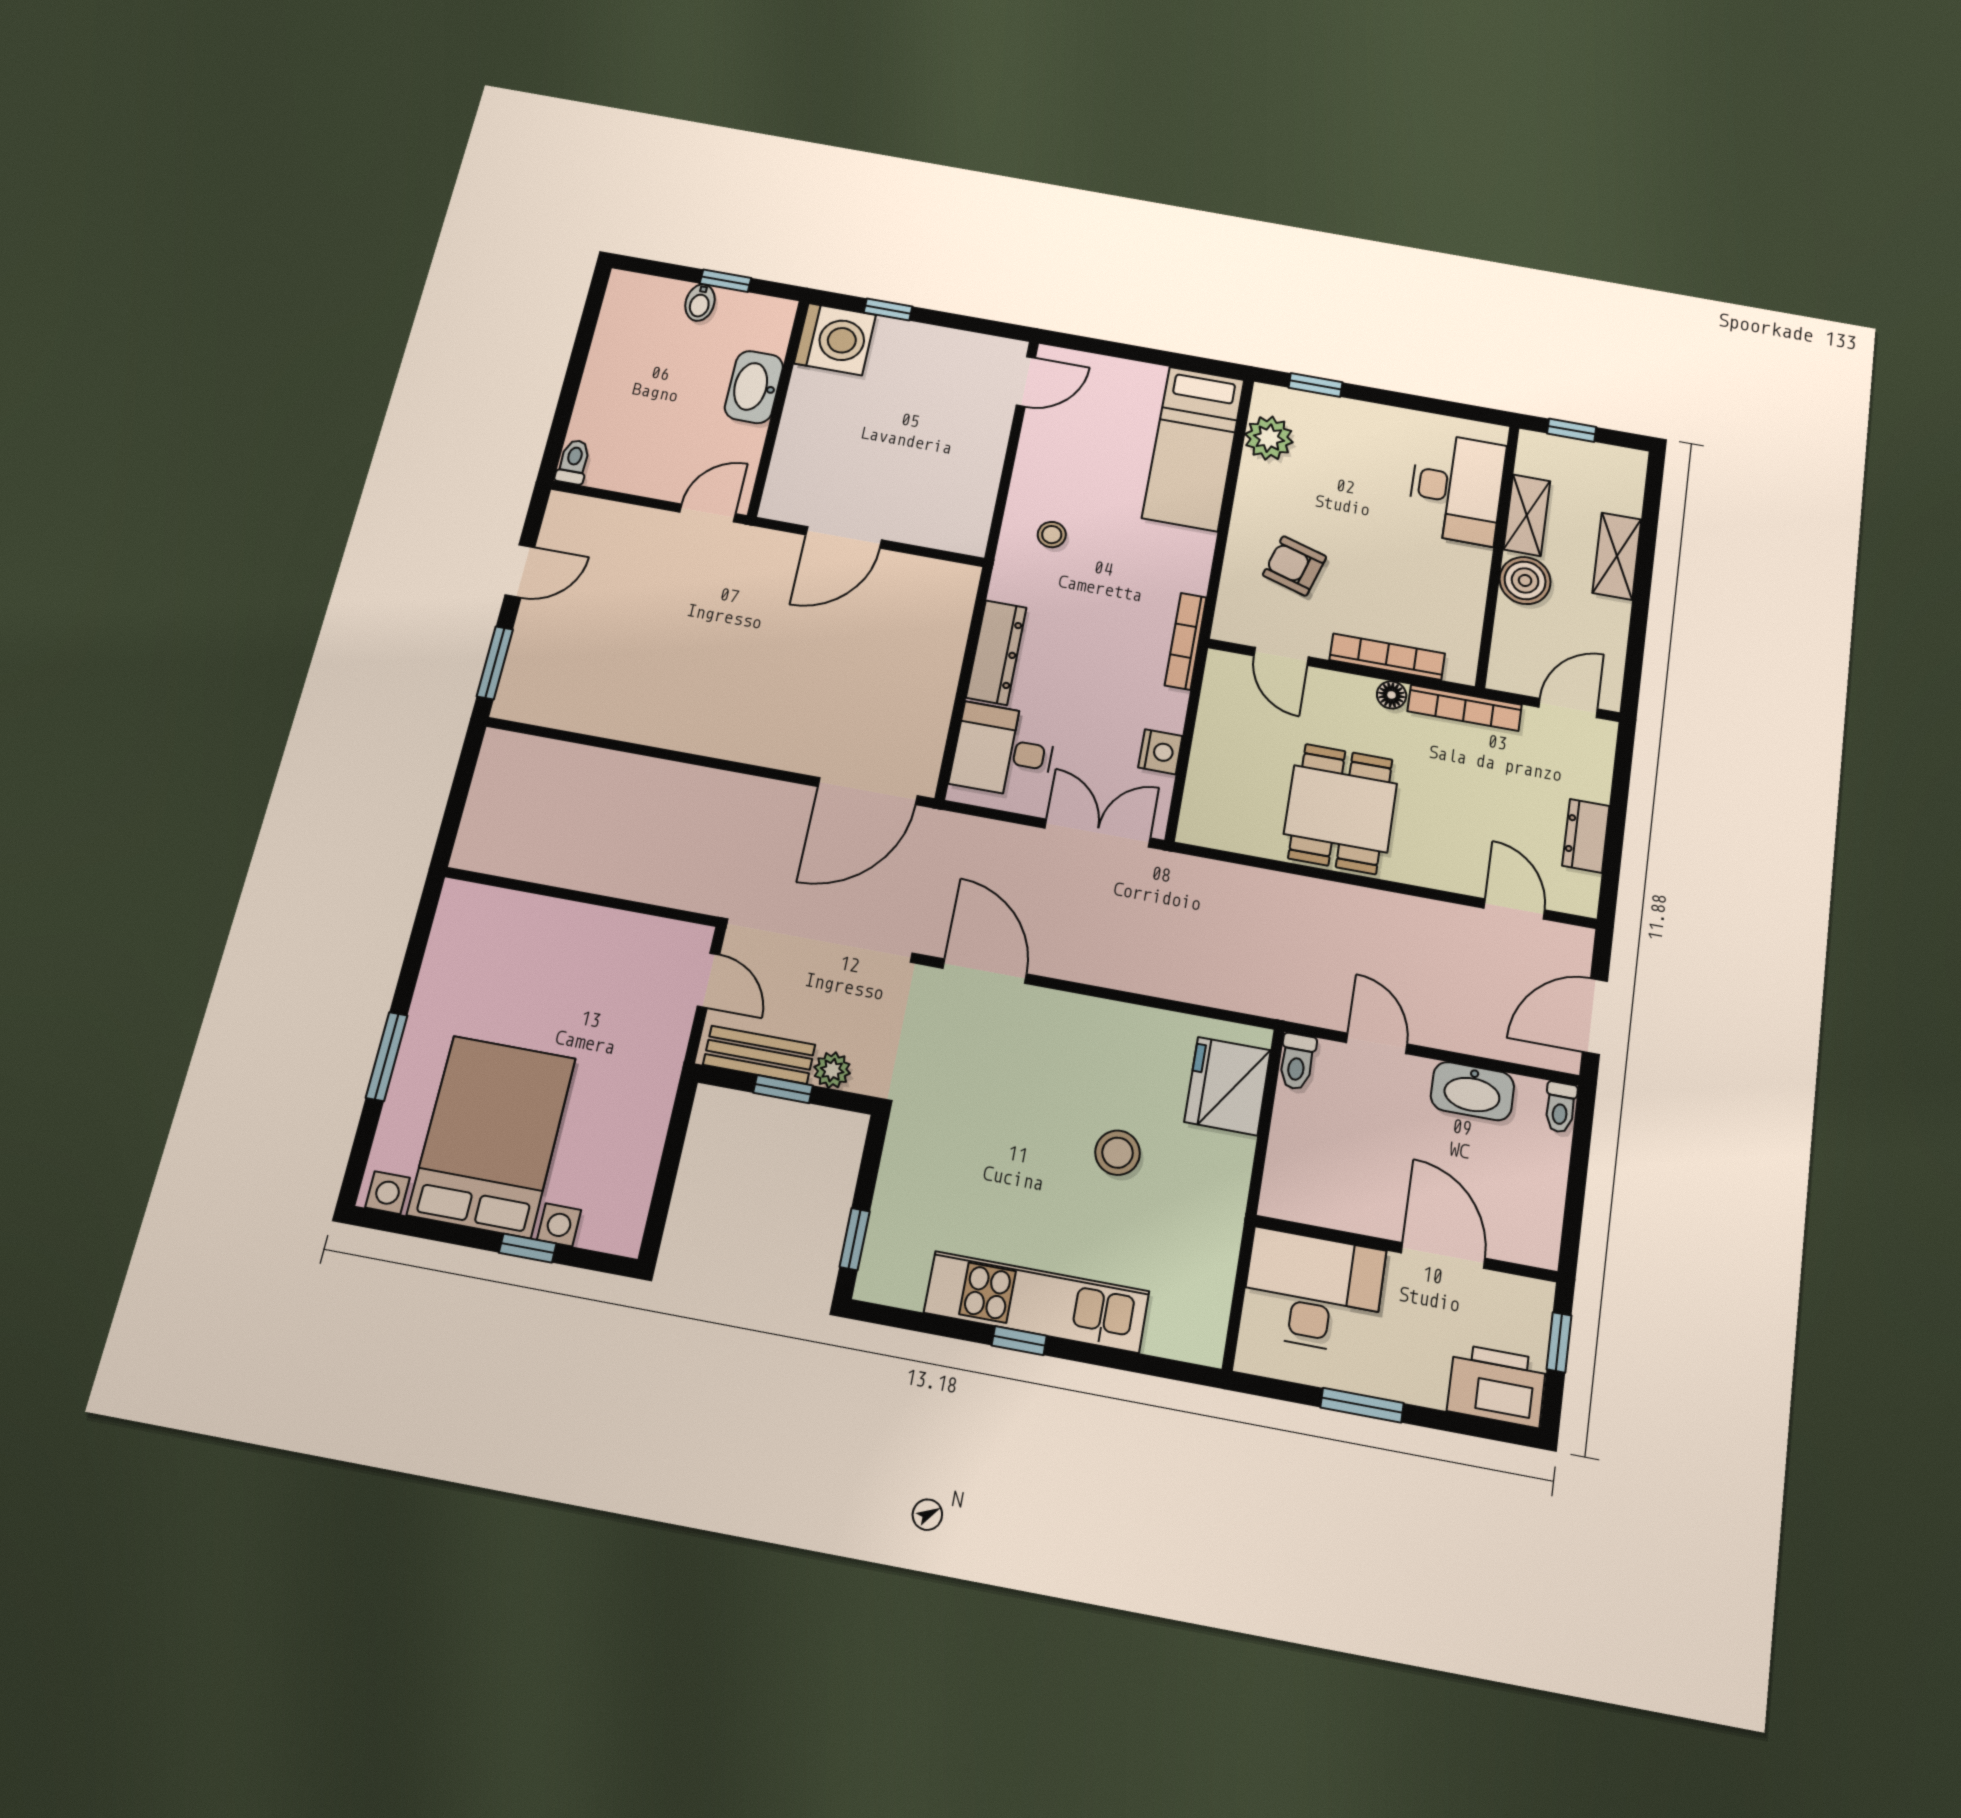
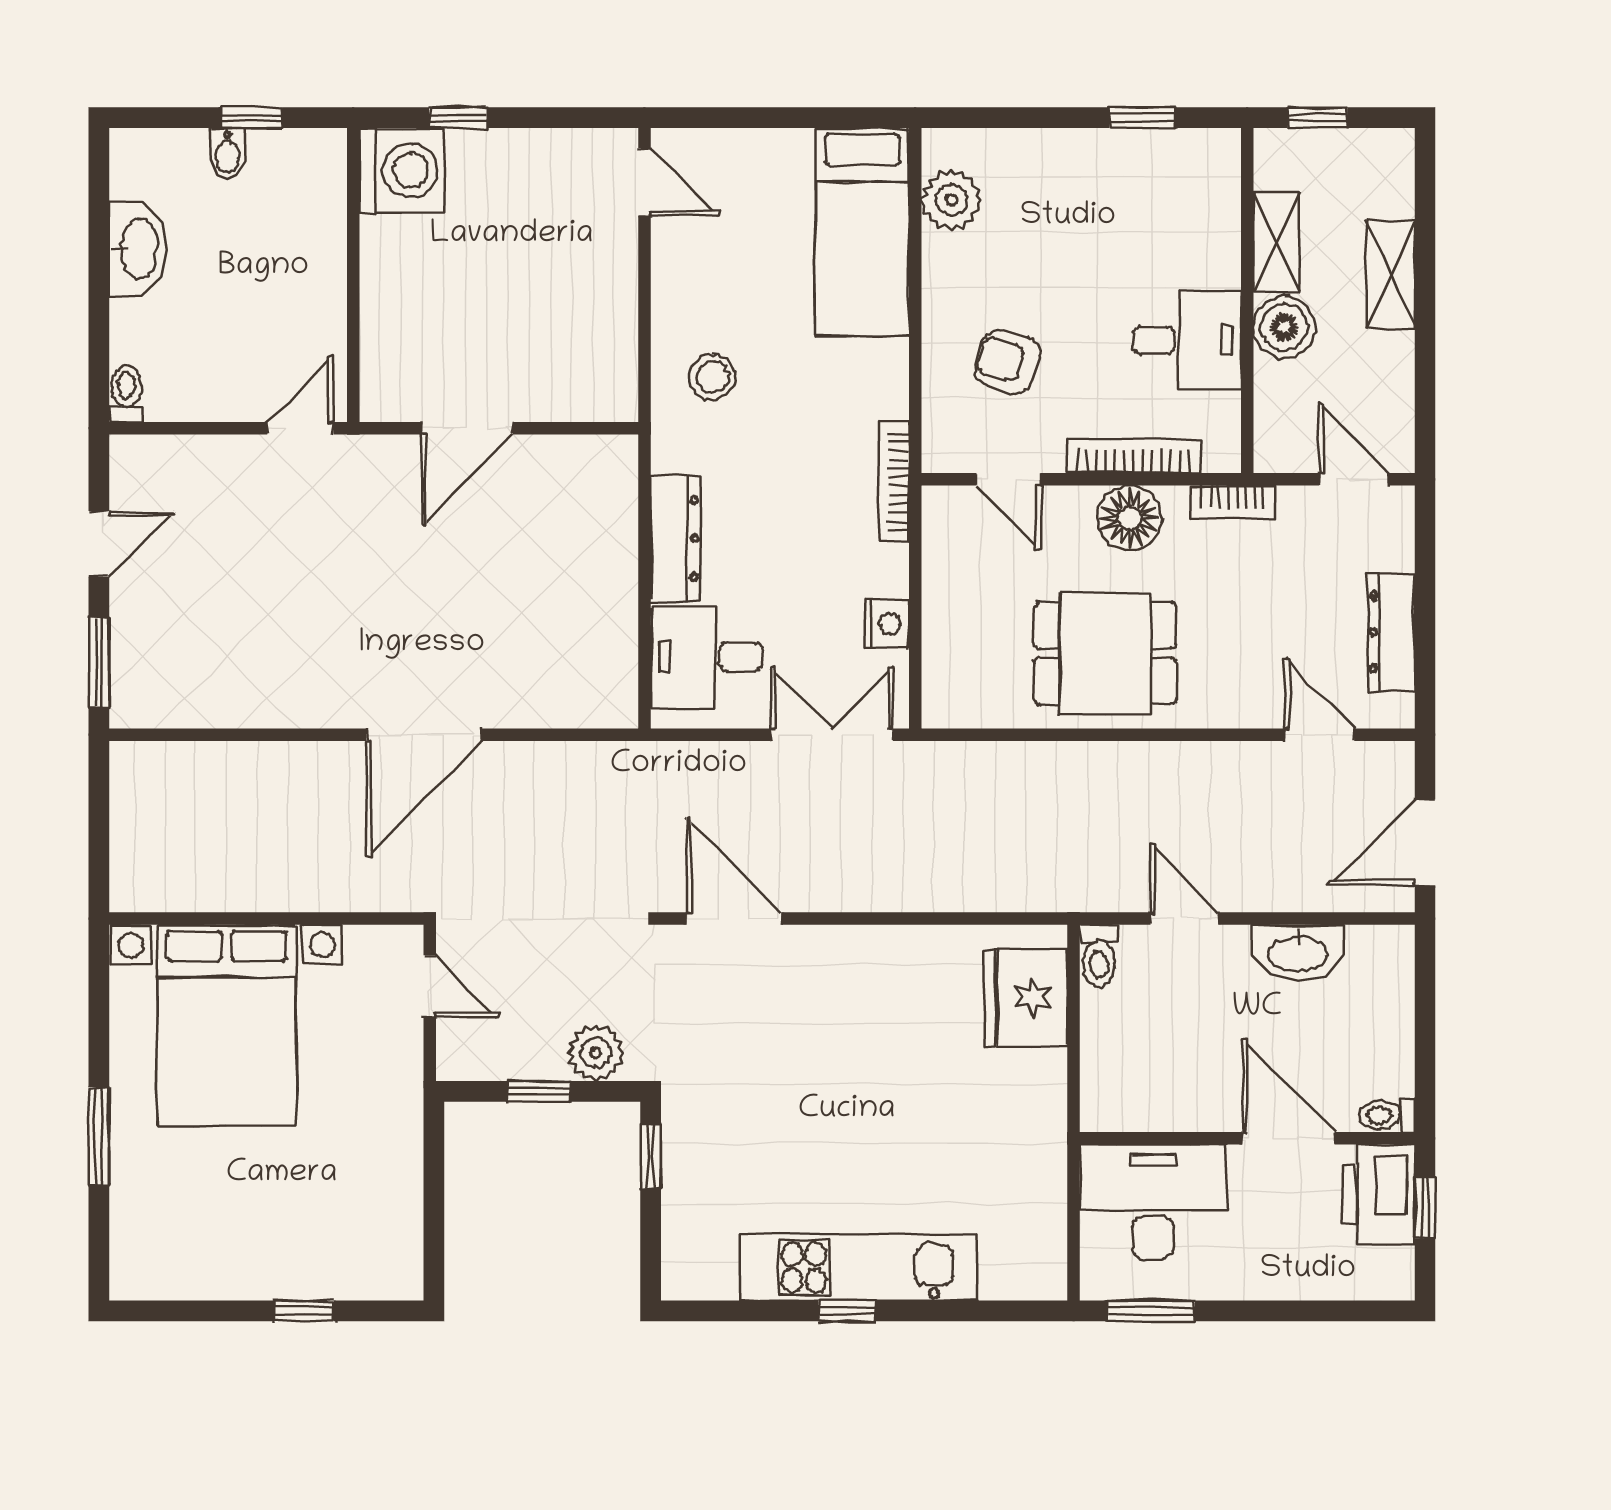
door: (1026, 382) -> (644, 182), hinge flipped
window: (1315, 385) -> (1142, 118), moved
washbasin: (754, 387) -> (138, 249), moved, turned 180
desk: (1456, 488) -> (1187, 340), moved, width x0.73
stool: (1052, 535) -> (712, 377), width x1.37, depth x1.37
floor lamp: (1392, 695) -> (1129, 518), width x1.89, depth x1.89
bookcase: (1465, 708) -> (1232, 502), width x0.64
door: (1568, 708) -> (1354, 479), hinge flipped
door: (868, 791) -> (424, 735), moved
dining table: (1341, 809) -> (1105, 653), turned 90
dresser: (1586, 836) -> (1392, 632), width x1.44
bench: (759, 1055) -> (504, 1059), removed
plant: (832, 1070) -> (596, 1053), width x1.38, depth x1.38
toilet: (1560, 1107) -> (1387, 1115), moved, turned 90
bed with nightstands: (492, 1136) -> (227, 1025), moved, turned 180
stool: (1118, 1153) -> (917, 1093), removed
window: (855, 1239) -> (651, 1157), moved
printer: (1497, 1386) -> (1379, 1195), moved, turned -90
window: (1362, 1405) -> (1151, 1311), moved

